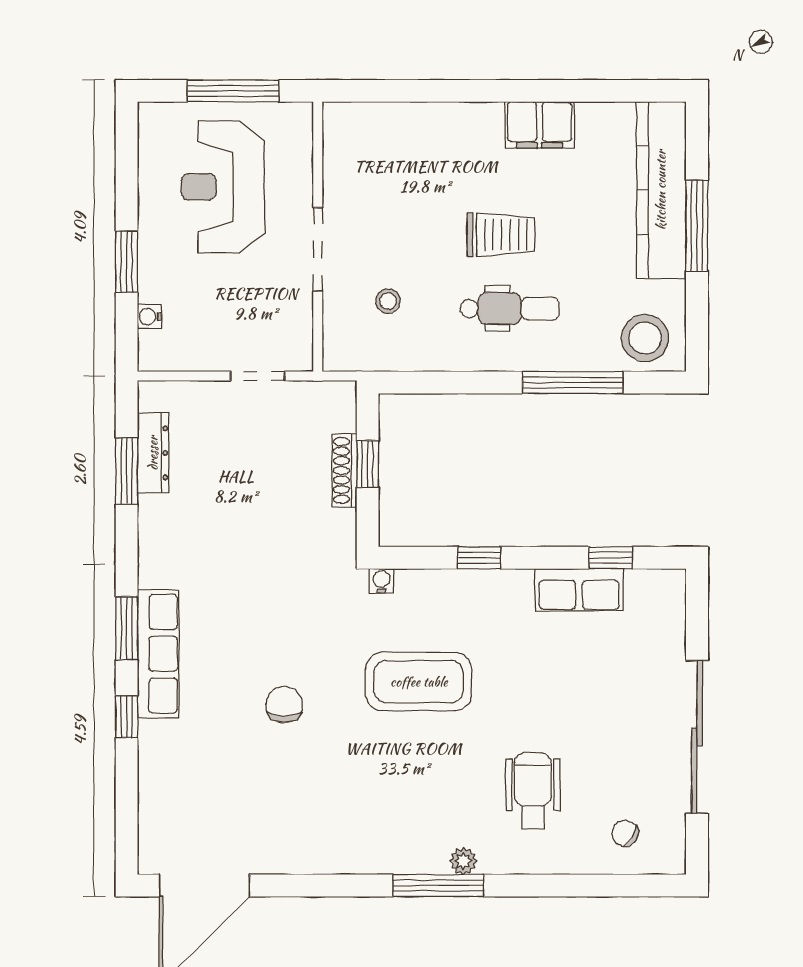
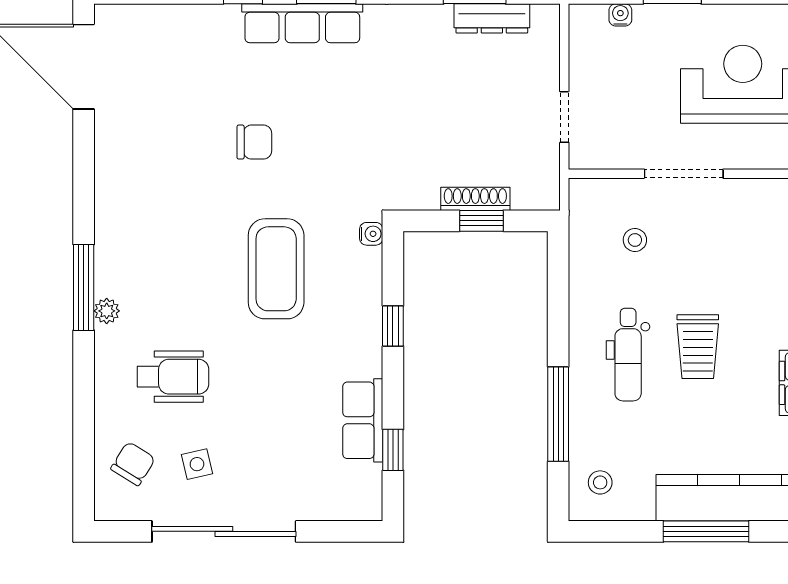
stool: (645, 338) -> (600, 482), width x0.53, depth x0.53
side table: (626, 765) -> (197, 464), added
chair: (625, 833) -> (133, 464), width x1.37, depth x1.37

